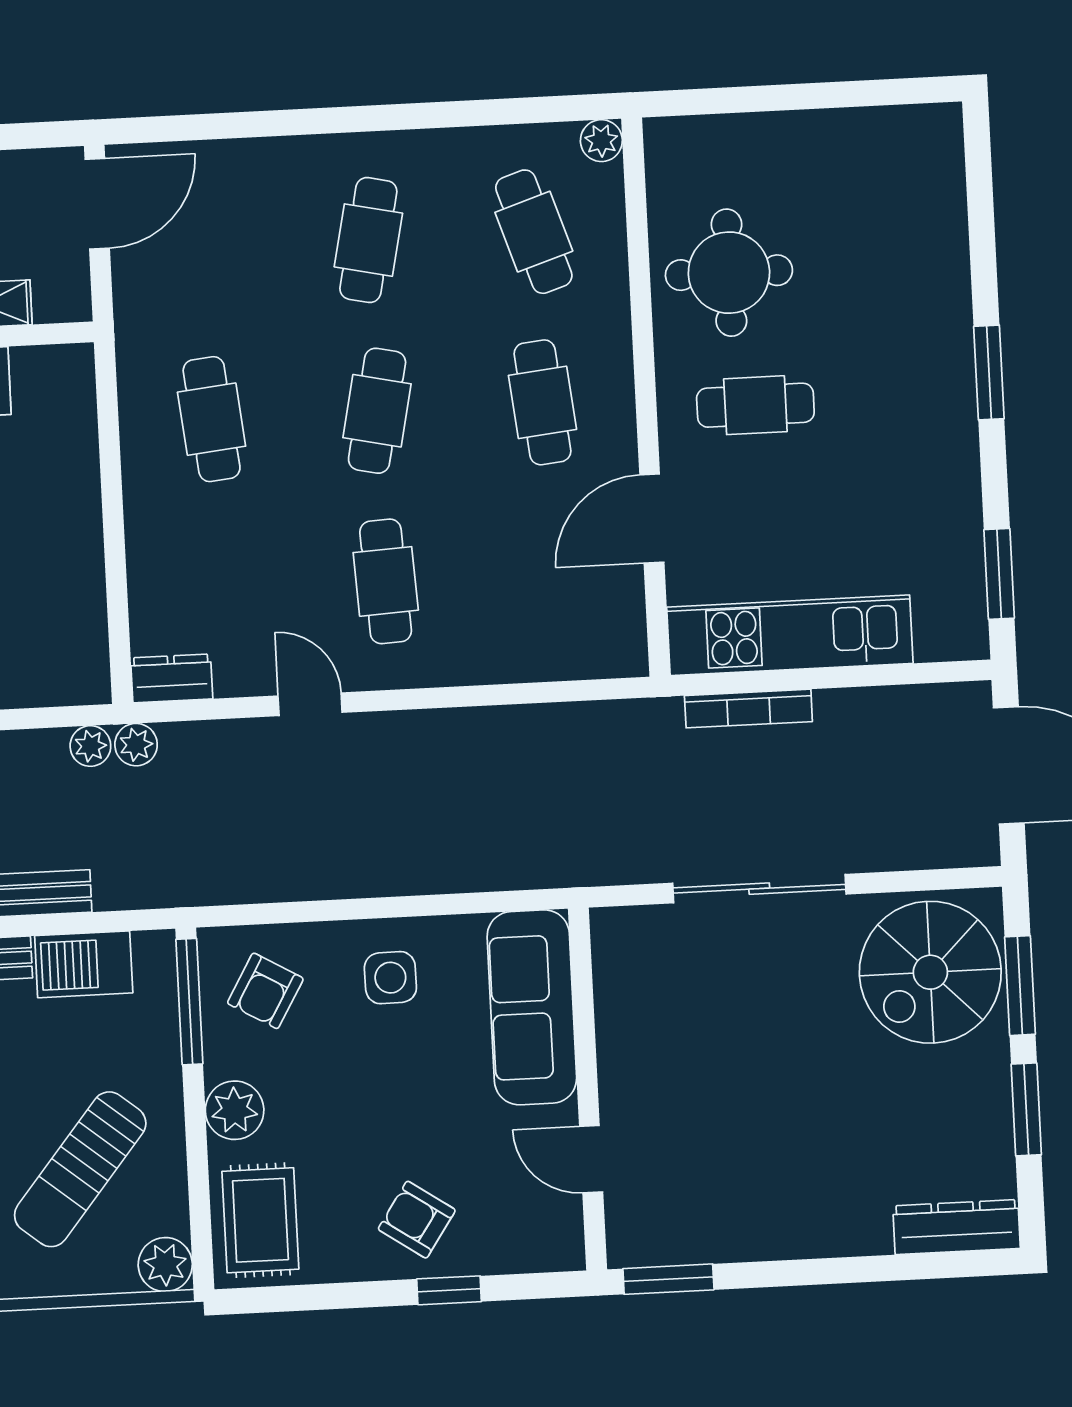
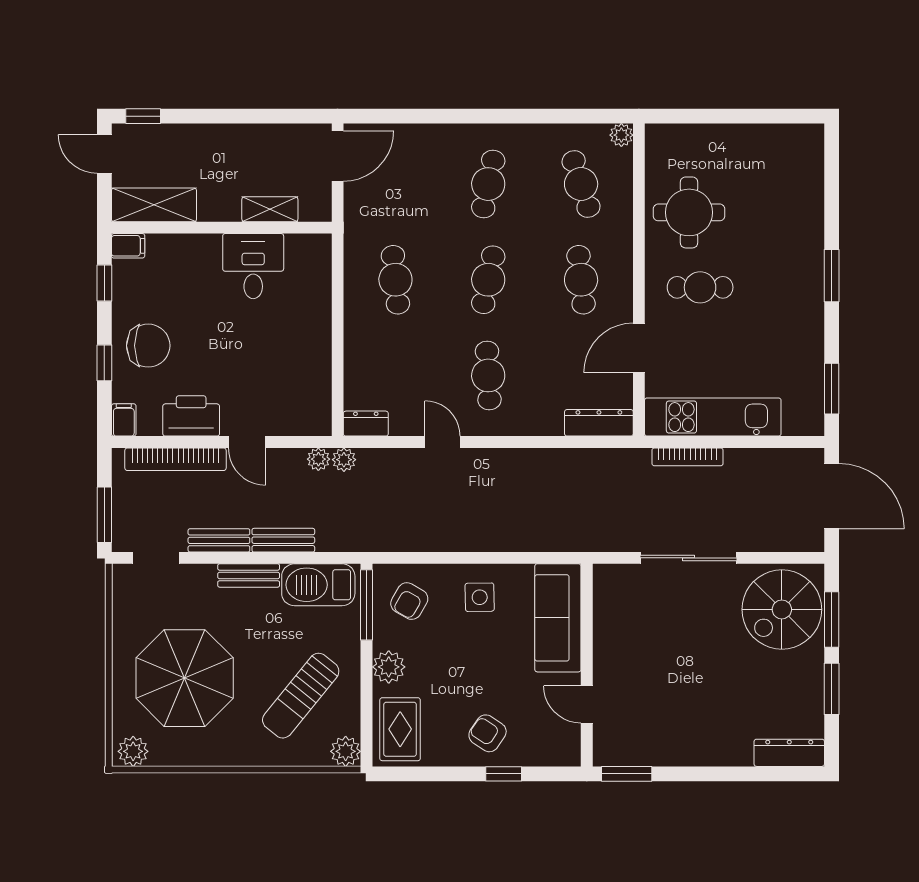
dresser: (587, 656) -> (599, 423), added
barbecue: (84, 964) -> (318, 585), width x1.37, depth x1.21

